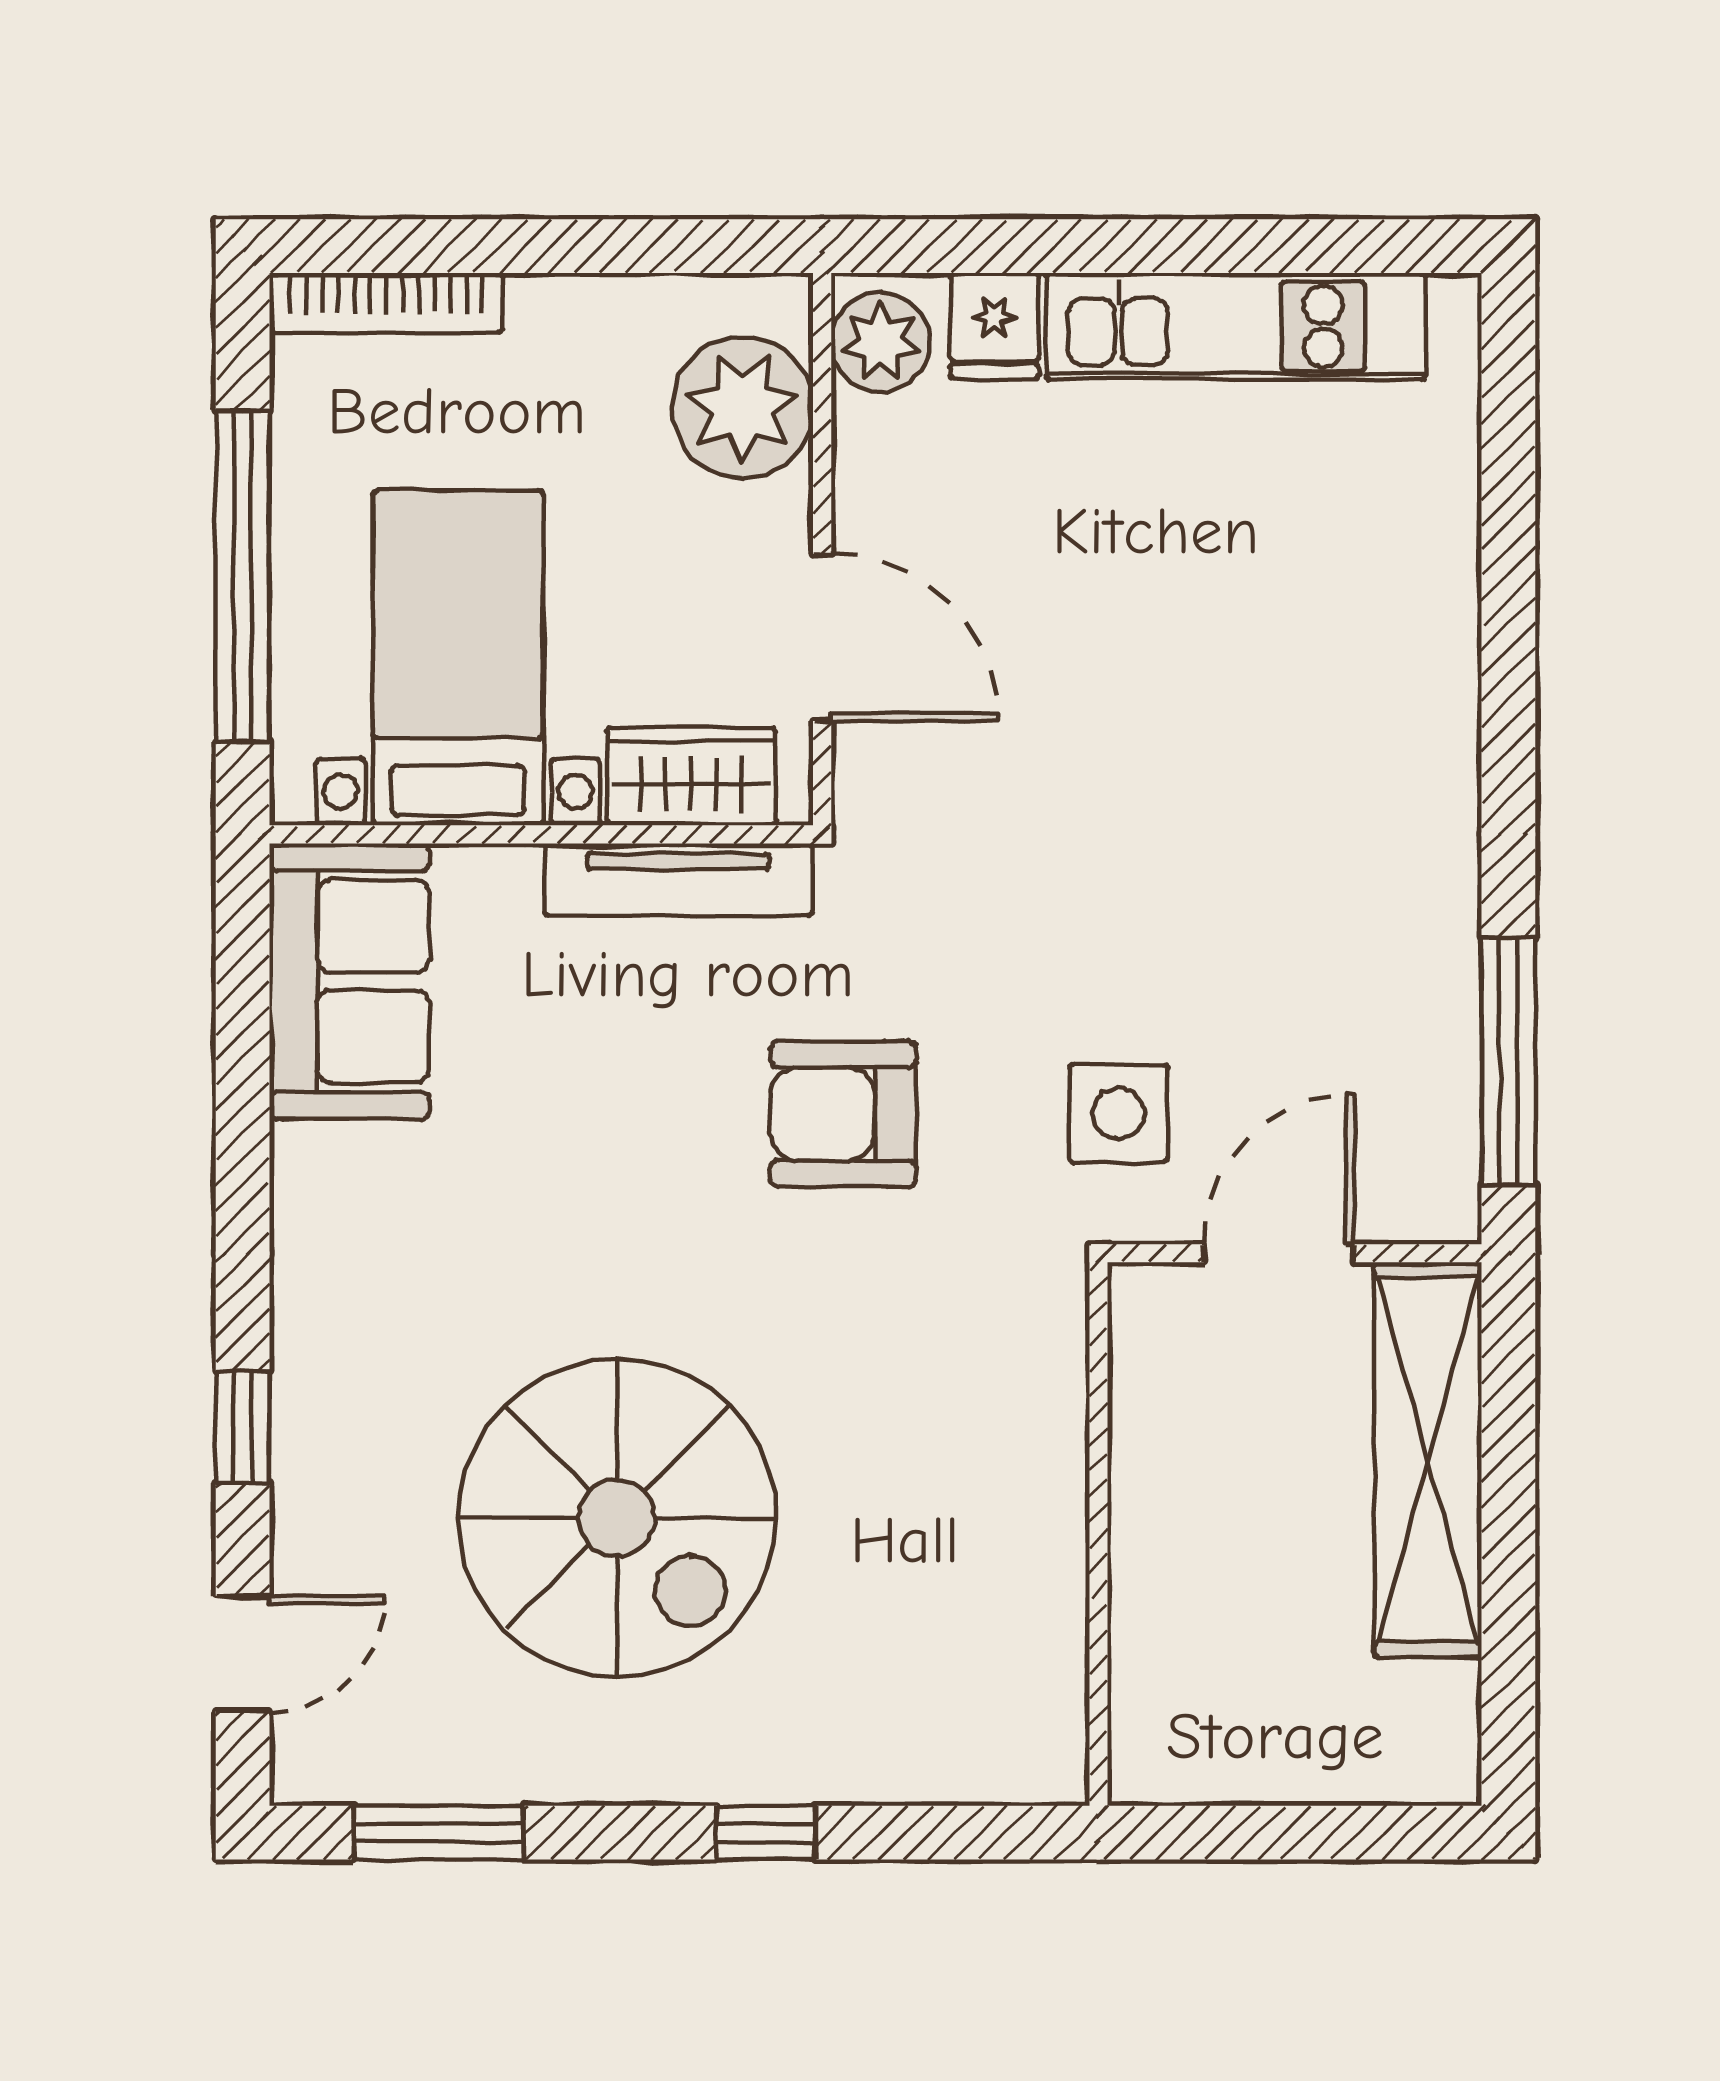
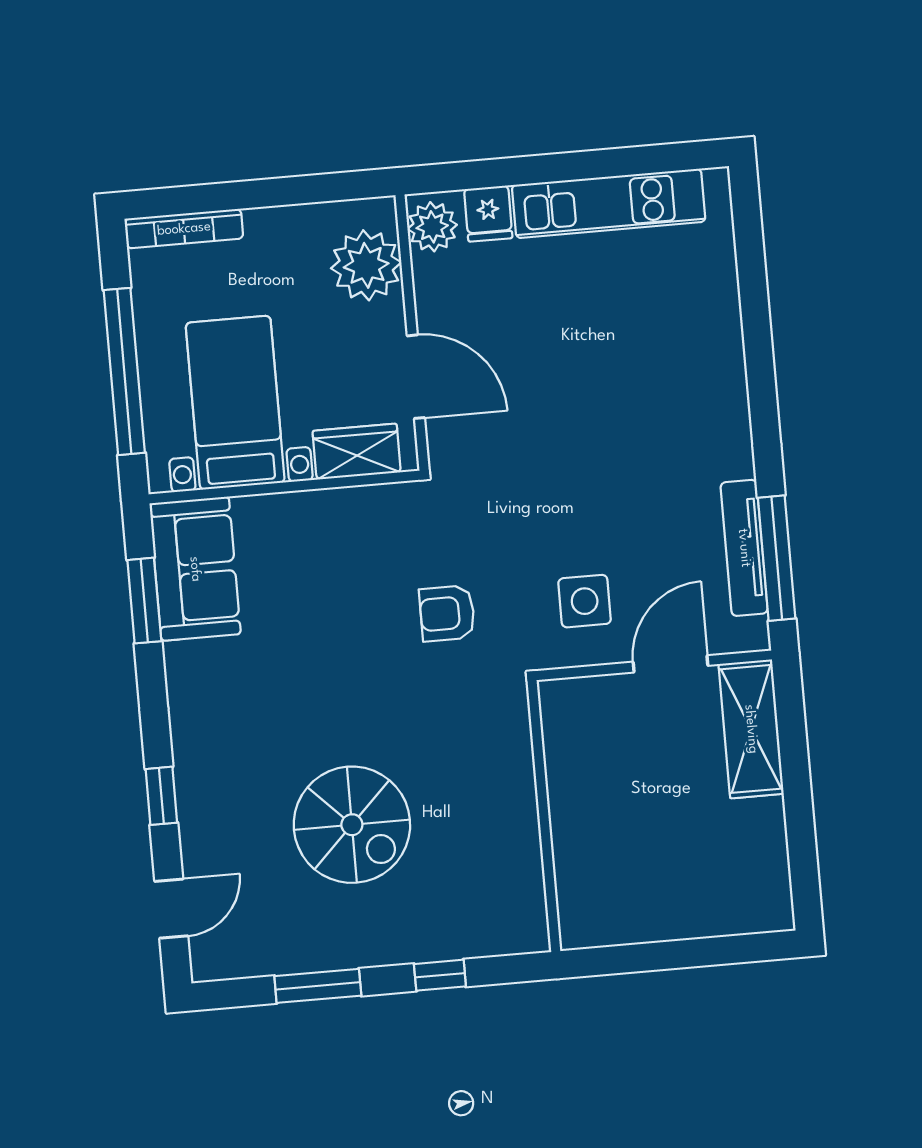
tv unit: (678, 880) -> (744, 548), moved, turned 90
window: (243, 1036) -> (144, 601), added
armchair: (843, 1114) -> (447, 613), width x0.72, depth x0.72
shelving: (1428, 1460) -> (751, 729), width x0.68
spiral stairs: (617, 1518) -> (352, 825), width x0.73, depth x0.73
wall: (1098, 1534) -> (544, 816), moved
window: (439, 1833) -> (318, 986), moved

